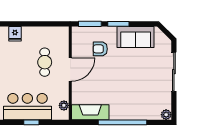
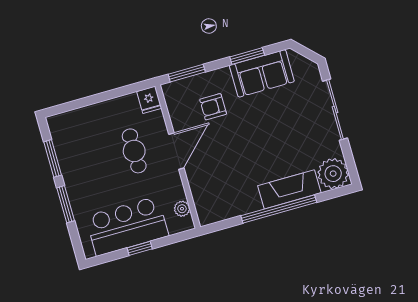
window: (118, 24) -> (247, 56), moved
fridge: (15, 34) -> (149, 100), moved
fireplace: (90, 112) -> (289, 189), moved
plant: (166, 115) -> (333, 174), width x1.87, depth x1.87

